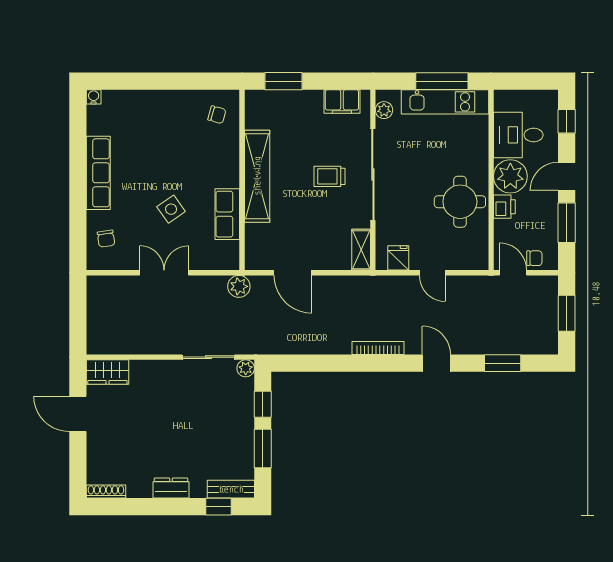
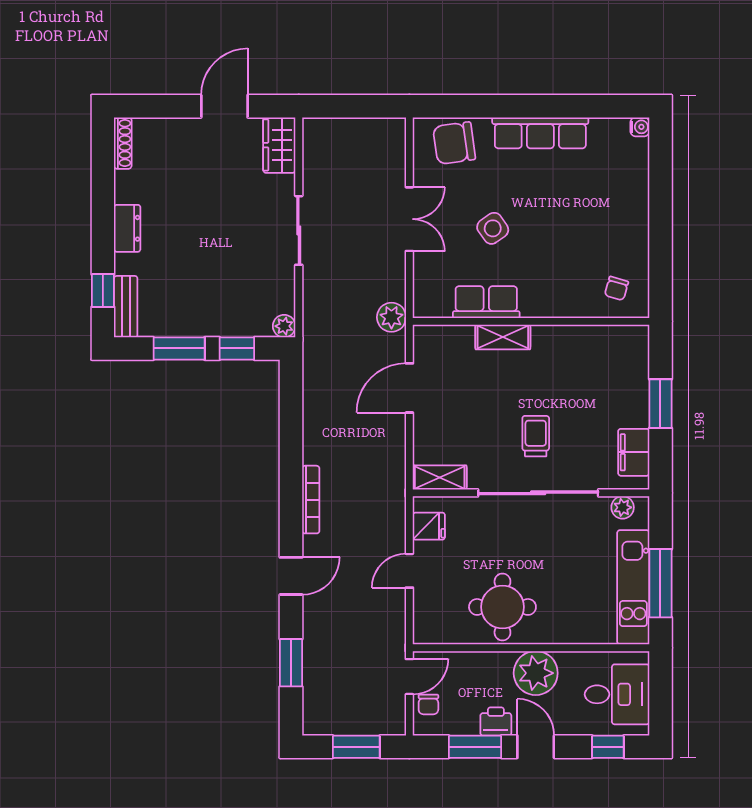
window: (283, 81) -> (660, 404), moved
desk: (518, 135) -> (617, 694), moved, turned 90
shelving: (257, 176) -> (503, 337), width x0.45, depth x0.75
printer: (504, 207) -> (496, 722), moved, turned 180
chair: (106, 239) -> (454, 143), width x1.87, depth x1.87
sliding door: (208, 357) -> (299, 230), moved

